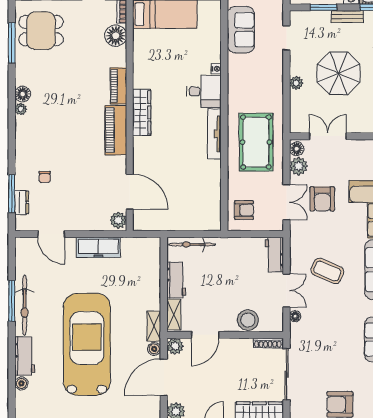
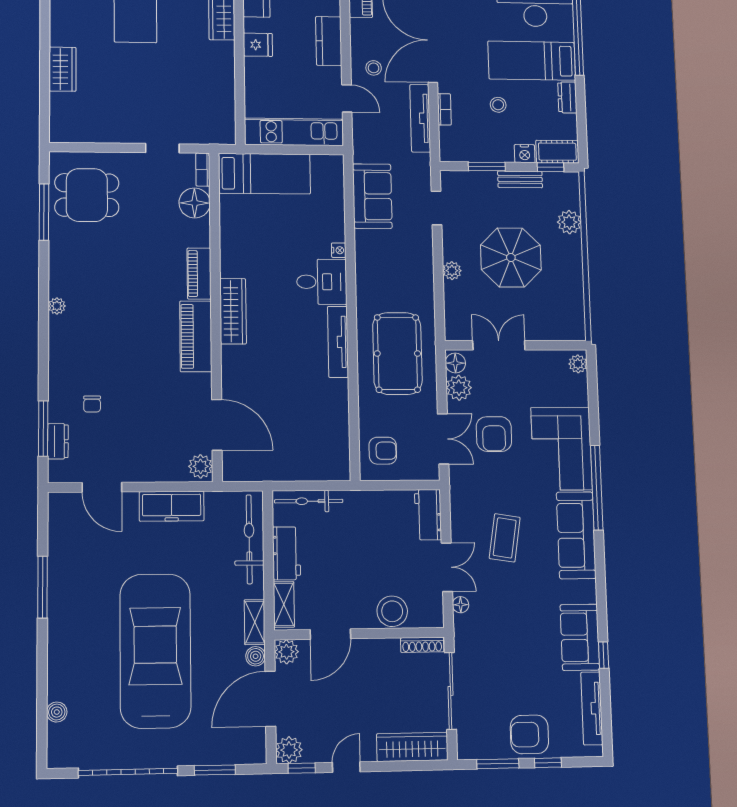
floor lamp: (23, 94) -> (60, 285), removed
coffee table: (327, 271) -> (505, 538), turned 76
bicycle: (25, 305) -> (249, 539), moved, turned 180
workbench: (25, 356) -> (62, 670), removed

